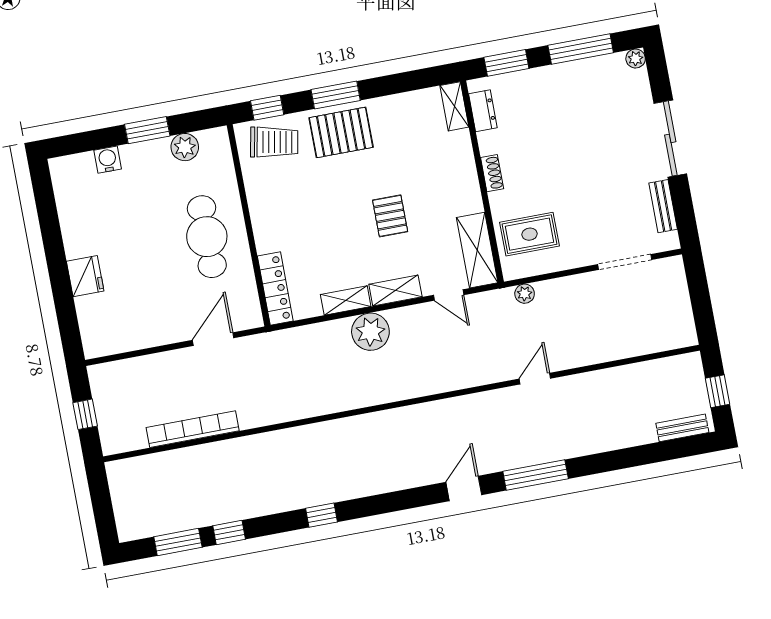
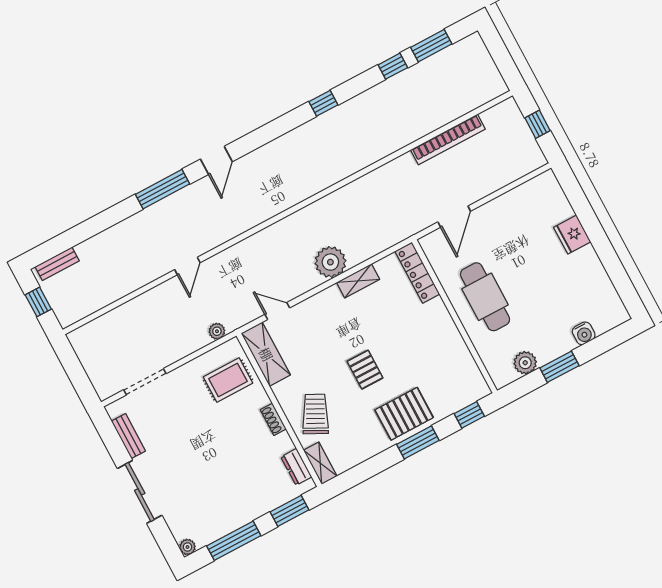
trolley: (274, 142) -> (315, 414), moved, turned 106
pallet: (390, 216) -> (365, 370), moved
shelving: (395, 291) -> (321, 301), removed

